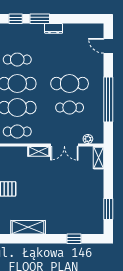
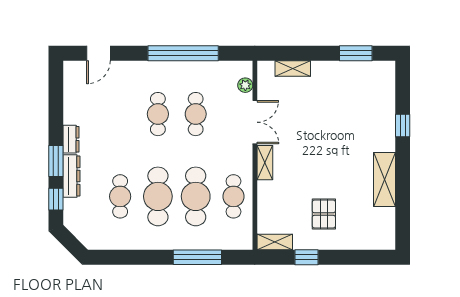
dresser: (30, 29) -> (72, 176), added
cafe table: (70, 84) -> (158, 114), width x0.73, depth x0.74
shelving: (98, 158) -> (293, 68), moved
window: (74, 239) -> (403, 126), moved

